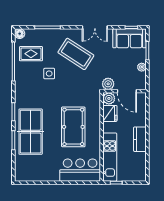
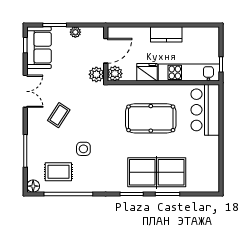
rug: (31, 54) -> (58, 172), turned 90
coffee table: (76, 54) -> (59, 115), width x0.54, depth x0.58
fridge: (110, 113) -> (147, 72), moved

